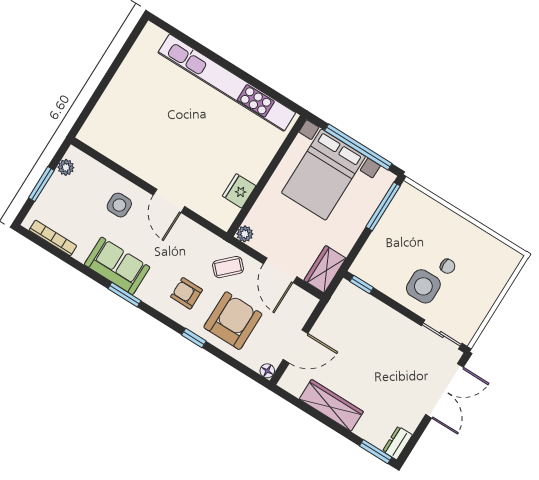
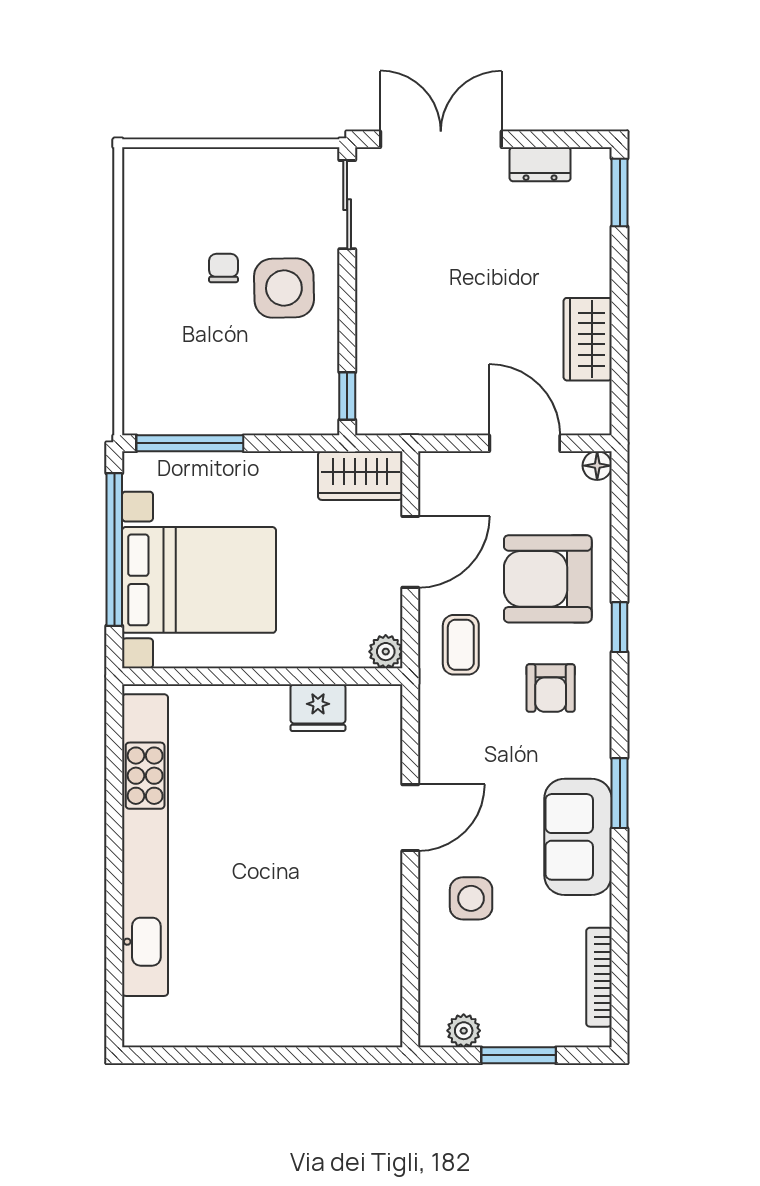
coffee table: (228, 267) -> (461, 645), turned 44
wardrobe: (331, 405) -> (588, 339), width x0.67
dresser: (397, 443) -> (540, 164), moved

